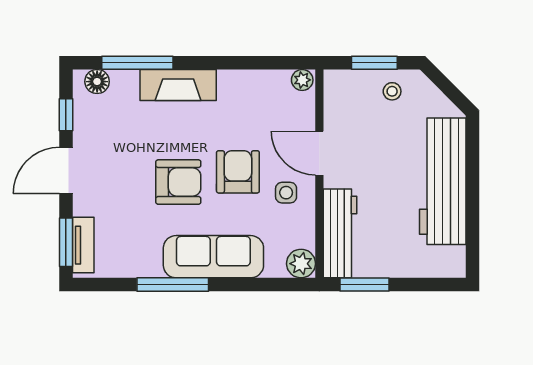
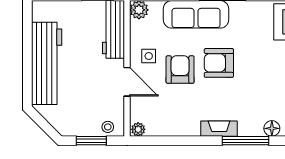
fireplace: (178, 85) -> (219, 129), width x0.73, depth x0.76
stool: (392, 91) -> (108, 127), moved
armchair: (238, 172) -> (180, 70), turned 180

